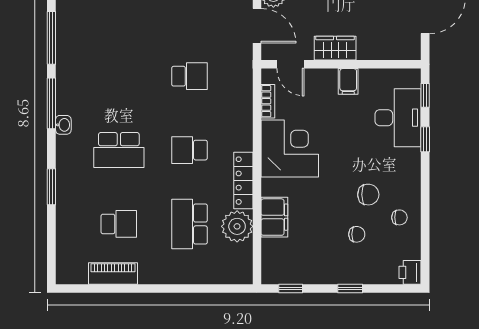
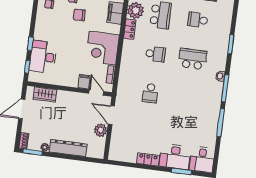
wardrobe: (335, 48) -> (45, 94), moved
school desk: (189, 76) -> (150, 93), turned -90
filing cabinet: (348, 81) -> (84, 82), moved
locker: (243, 181) -> (130, 29), width x0.66
chair: (368, 195) -> (79, 15), moved

